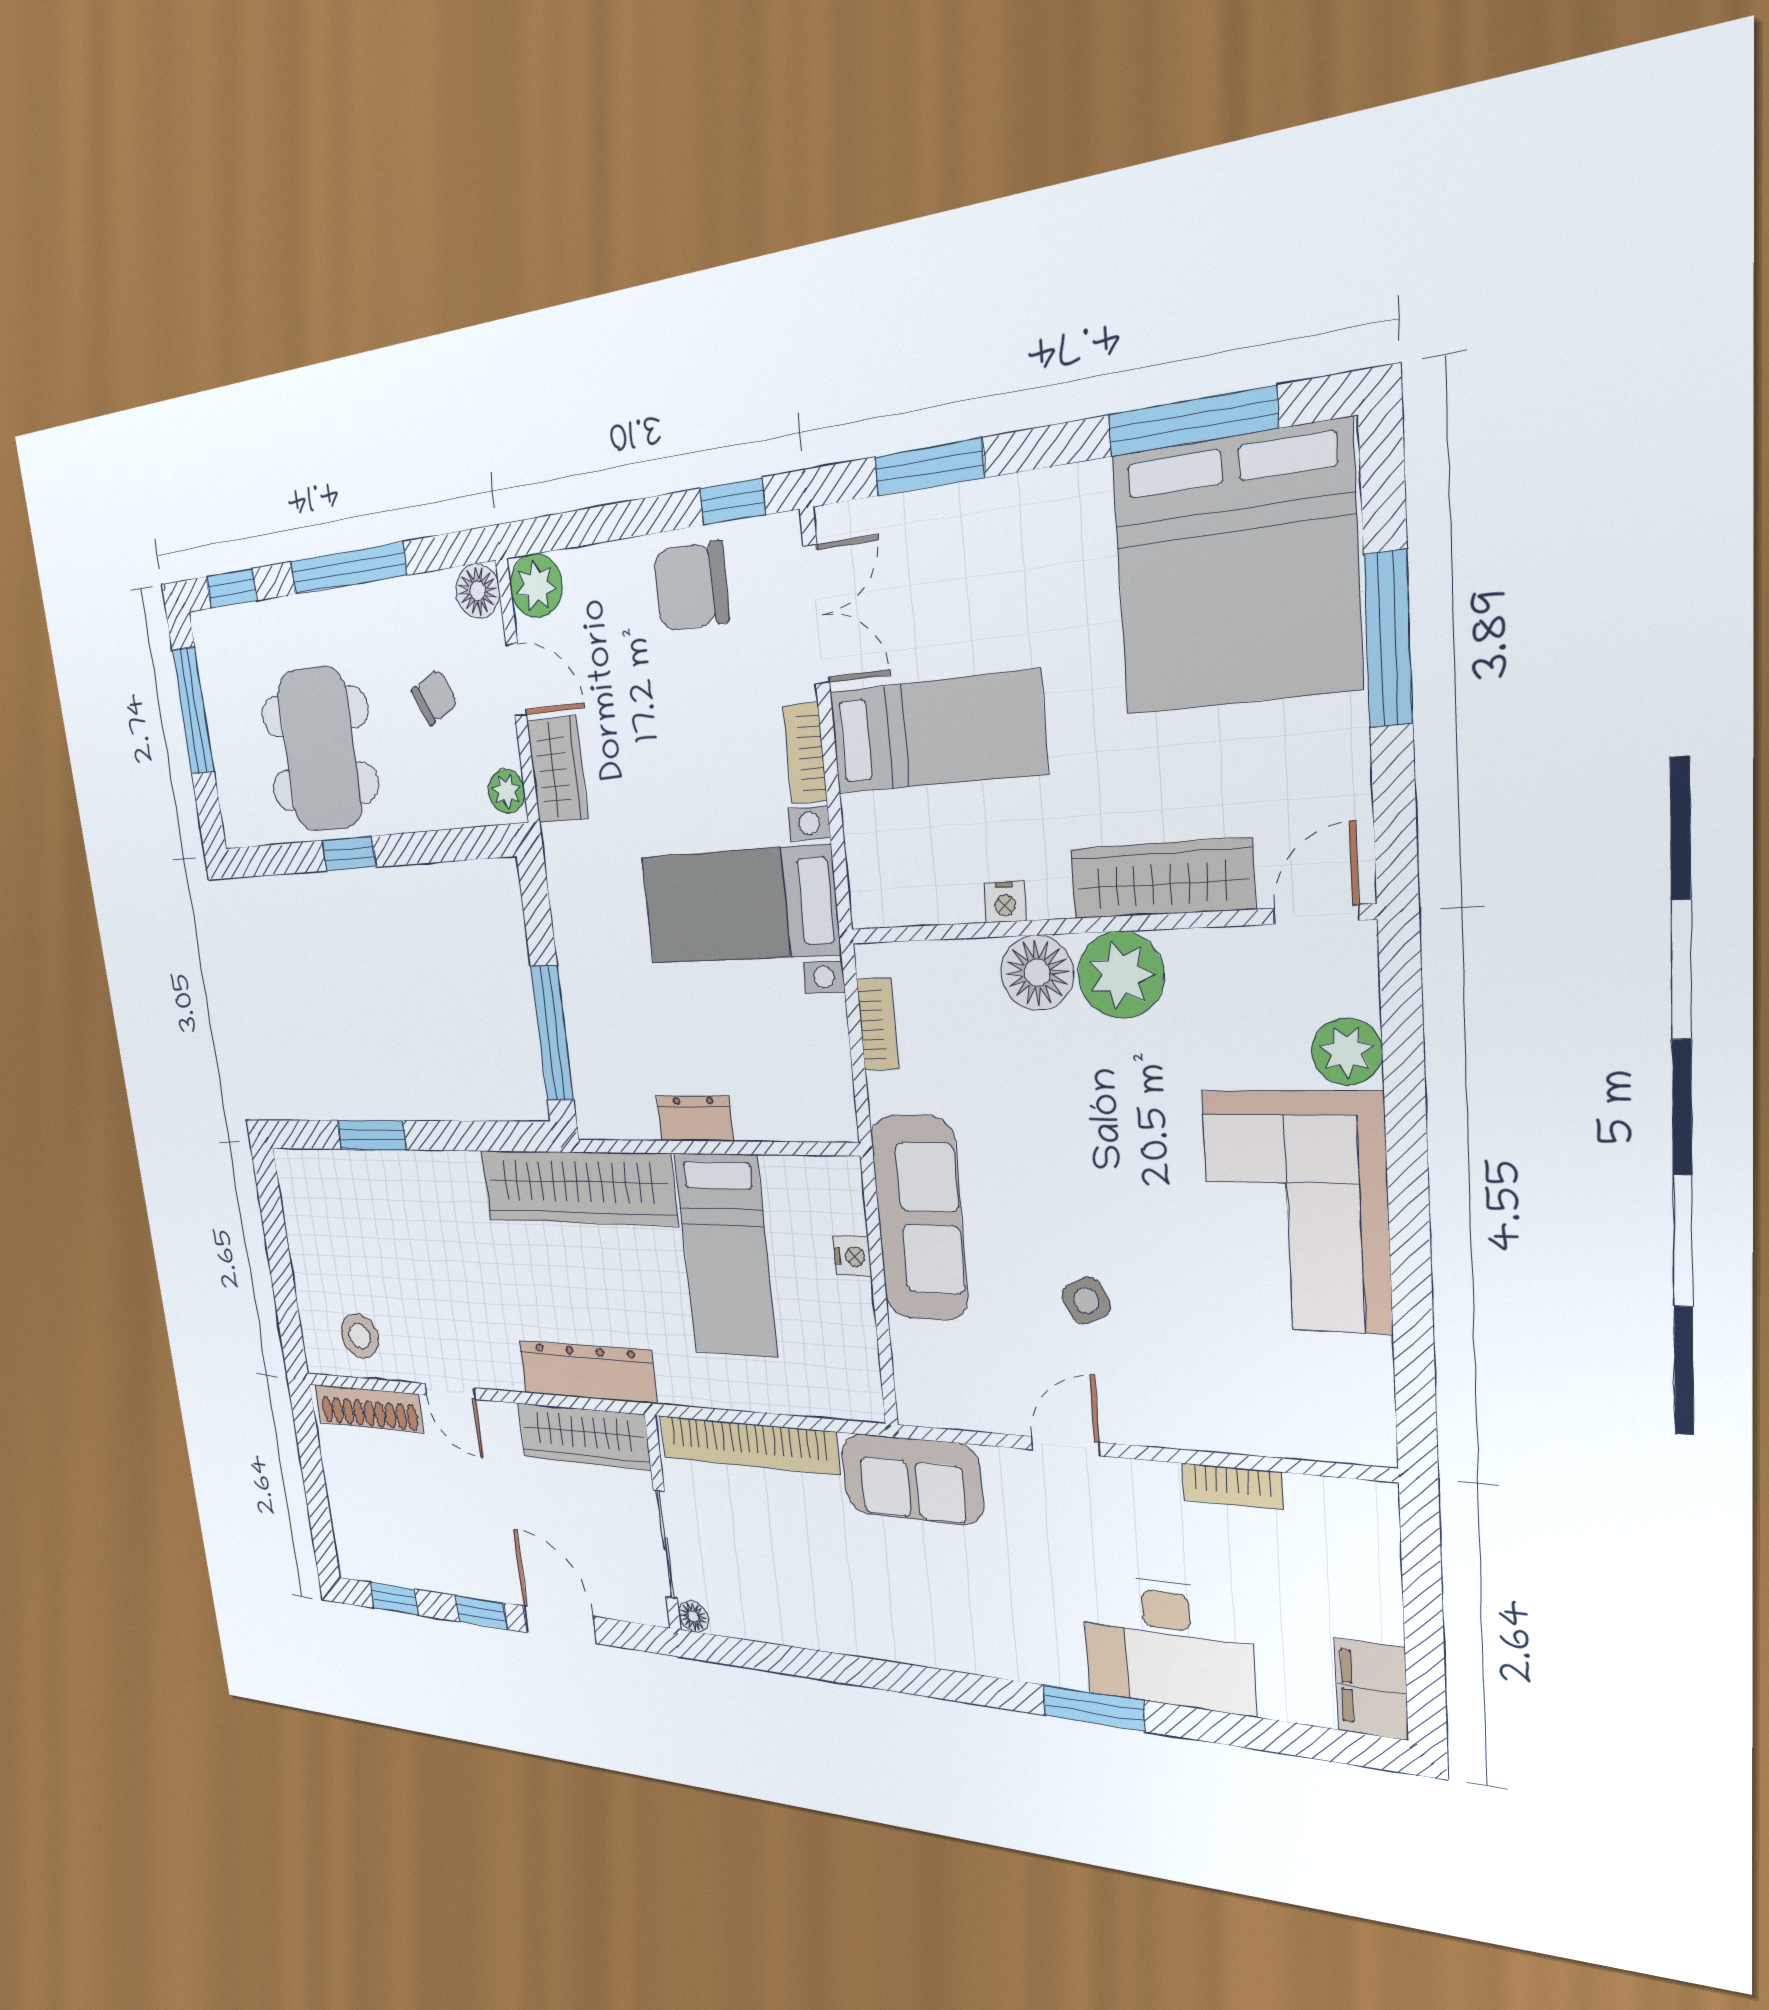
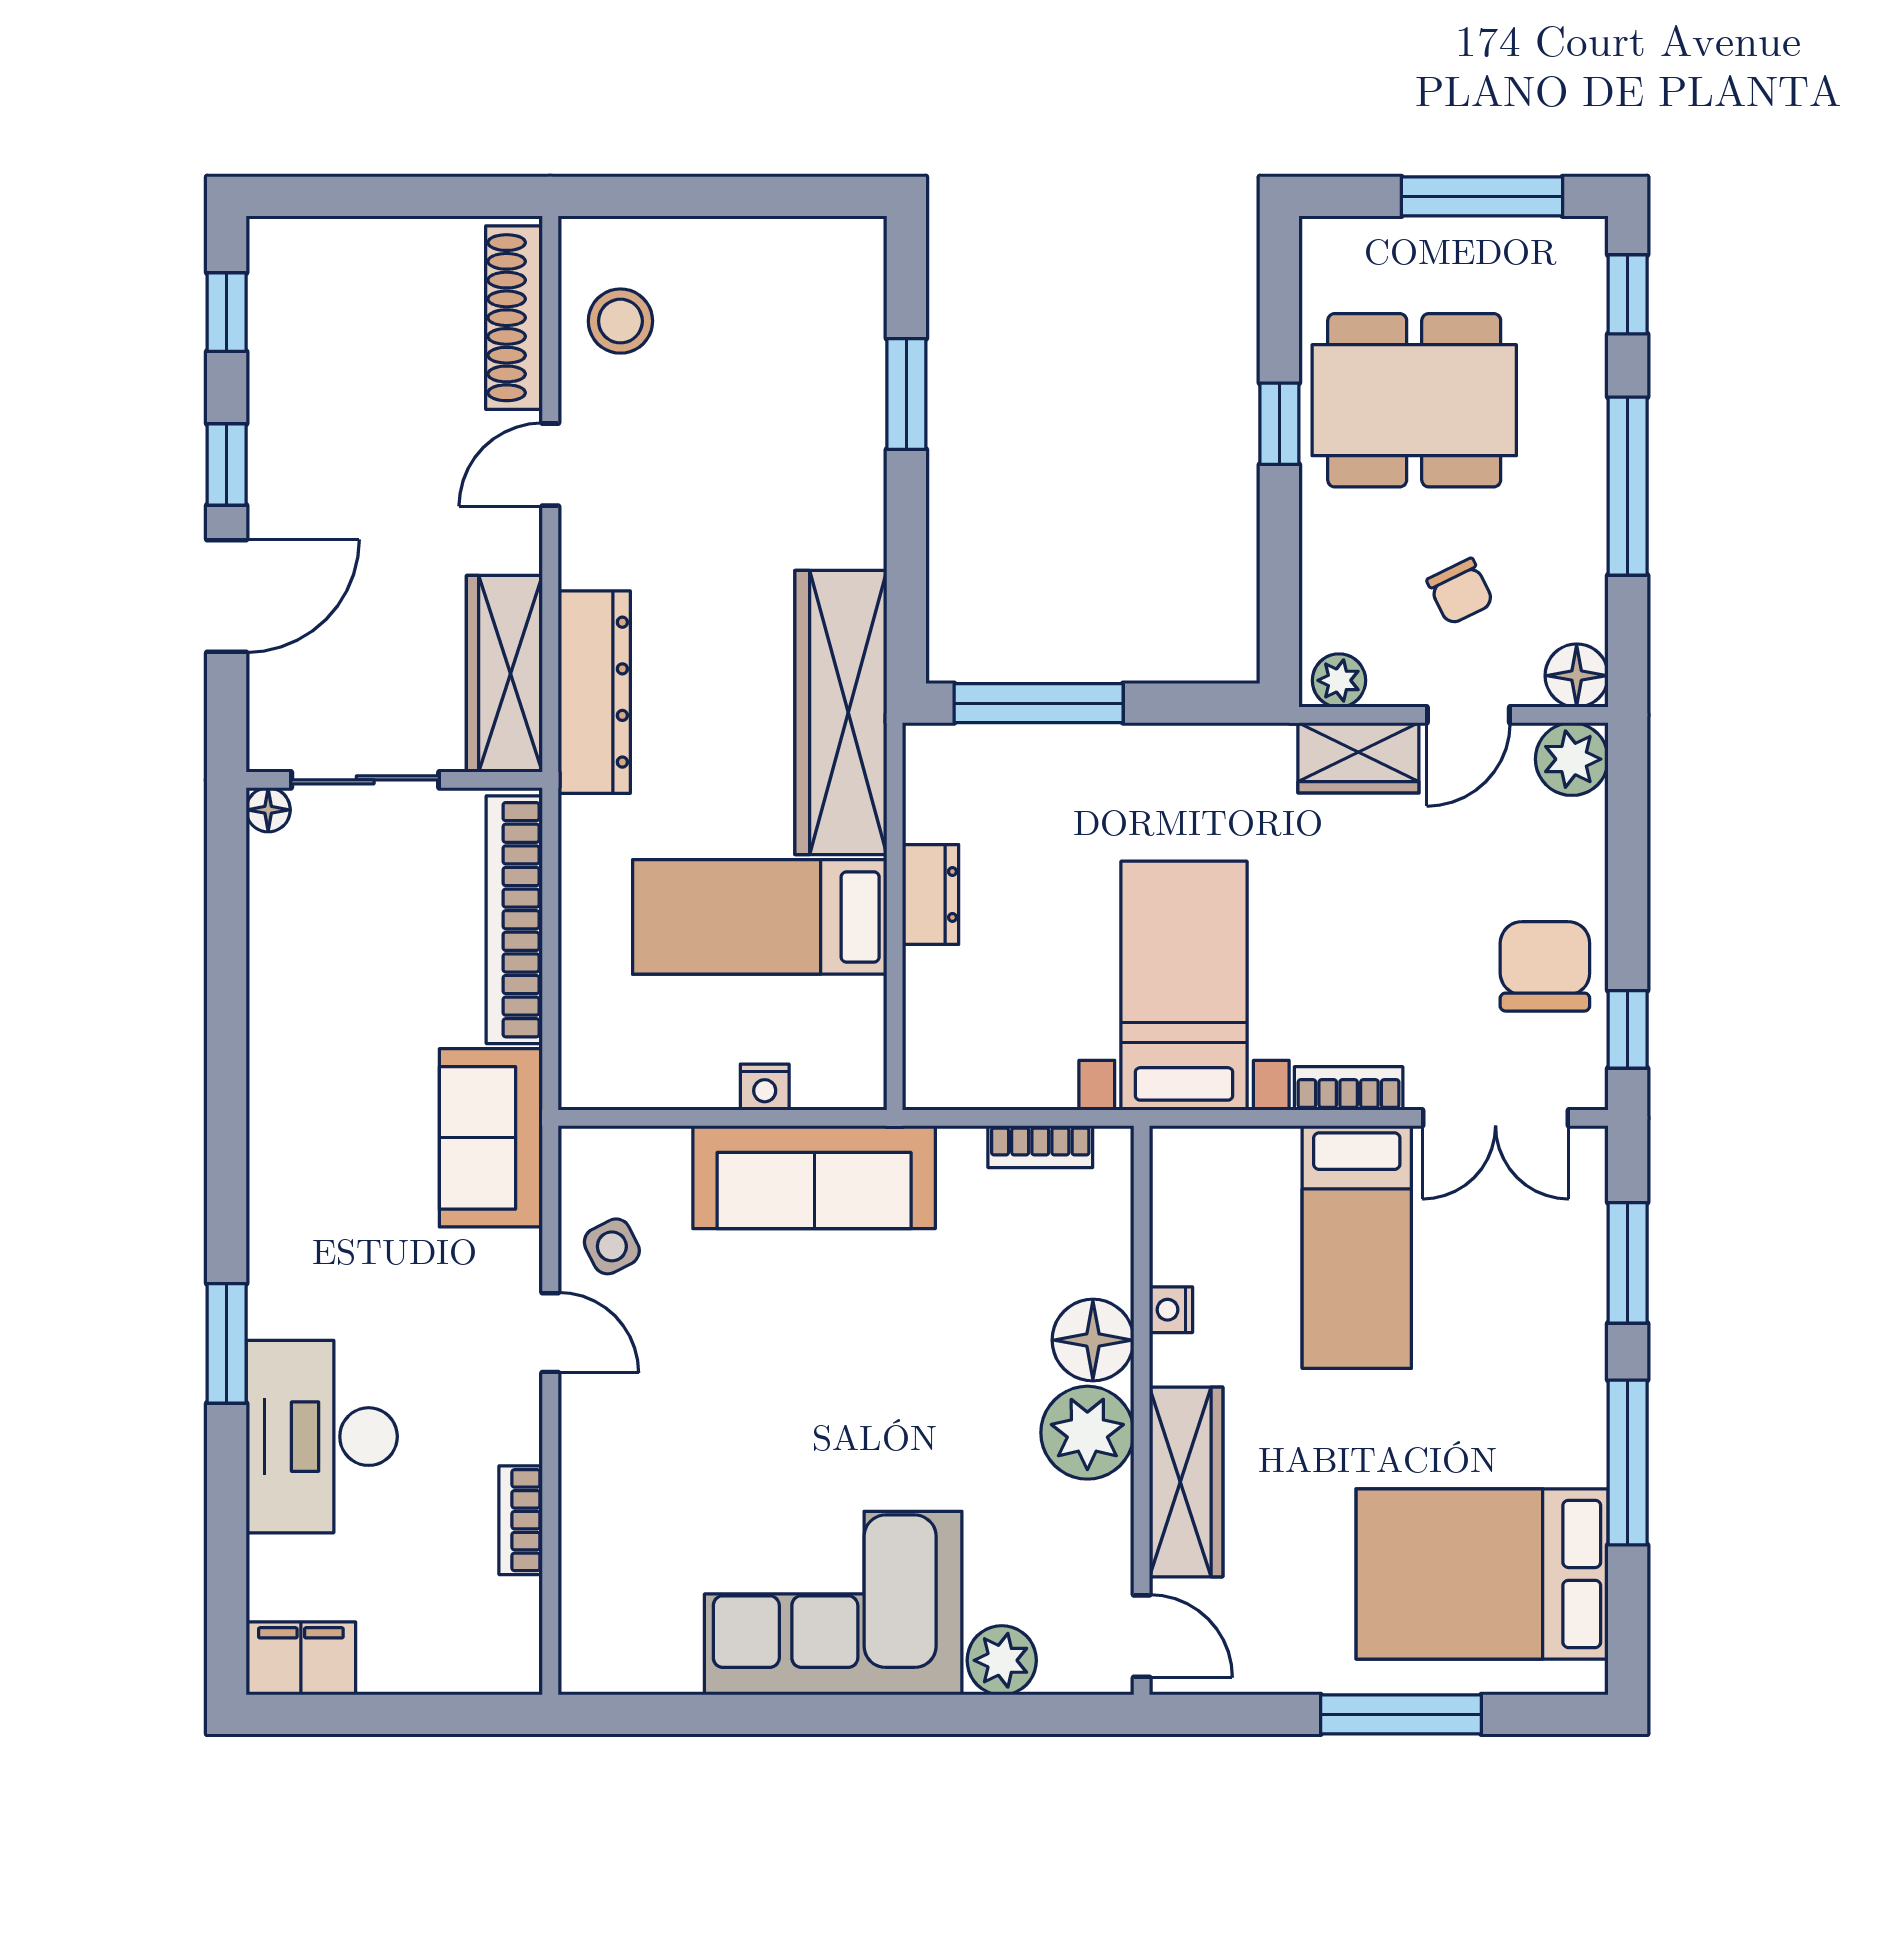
window: (1192, 421) -> (1628, 1462), moved
bed: (1236, 571) -> (1482, 1574), width x0.73
side table: (1086, 1301) -> (612, 1246), moved

